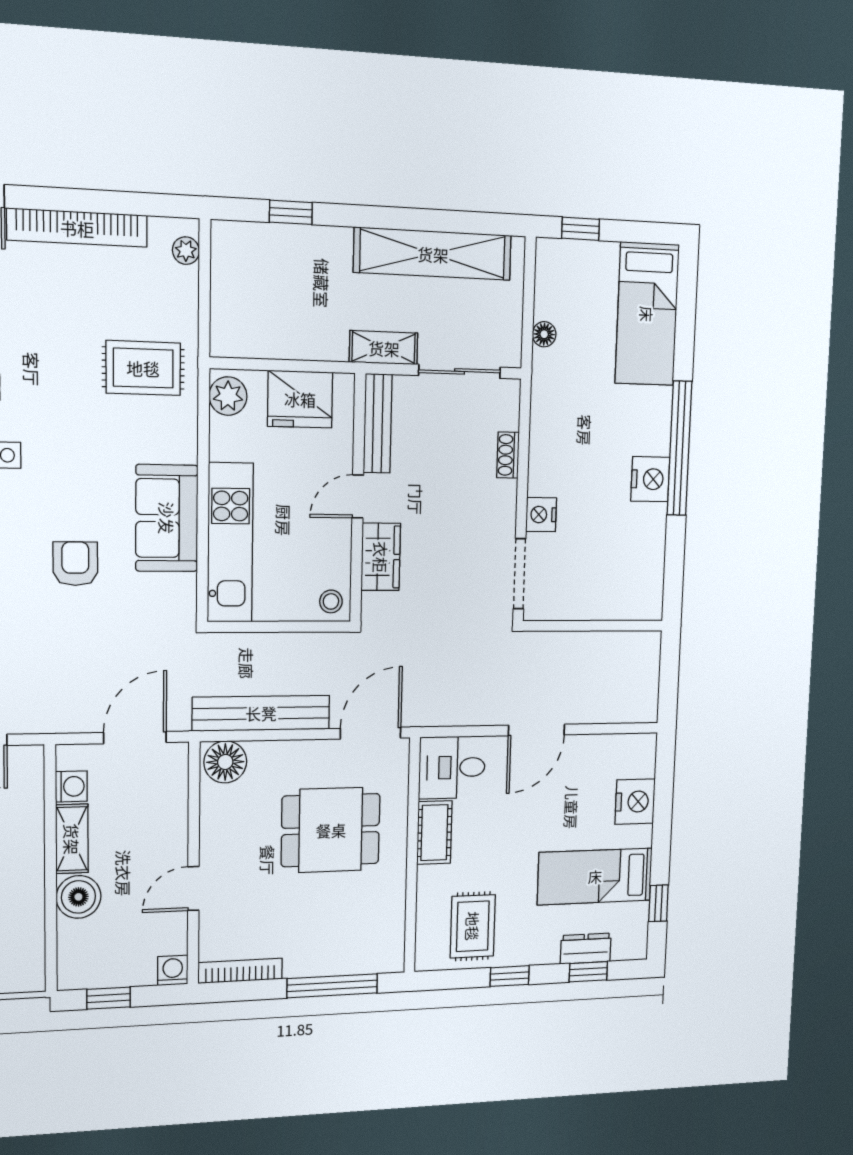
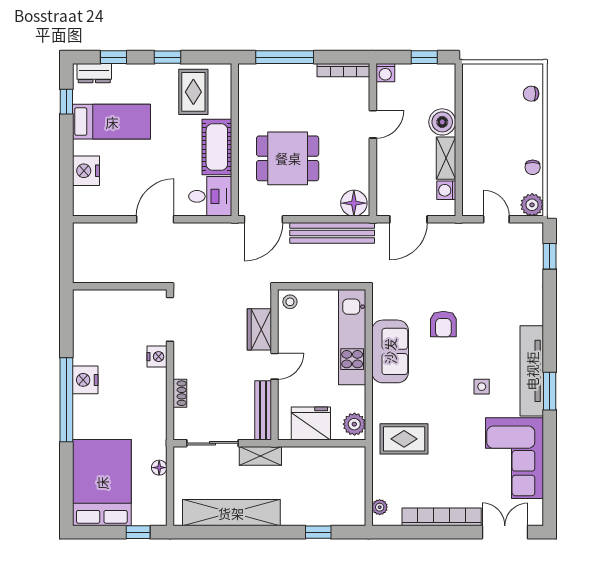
bed: (647, 314) -> (102, 483), width x1.50
cot: (434, 833) -> (217, 147), width x1.37, depth x1.34
dresser: (586, 948) -> (94, 73), moved

